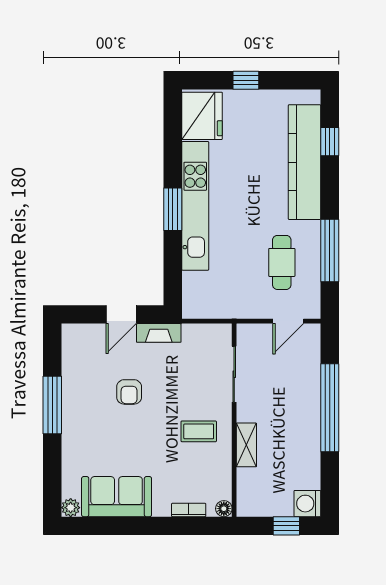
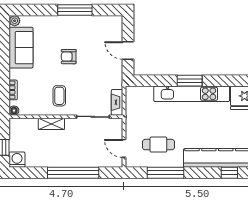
fireplace: (159, 333) -> (117, 102), moved
armchair: (129, 392) -> (69, 57), moved

